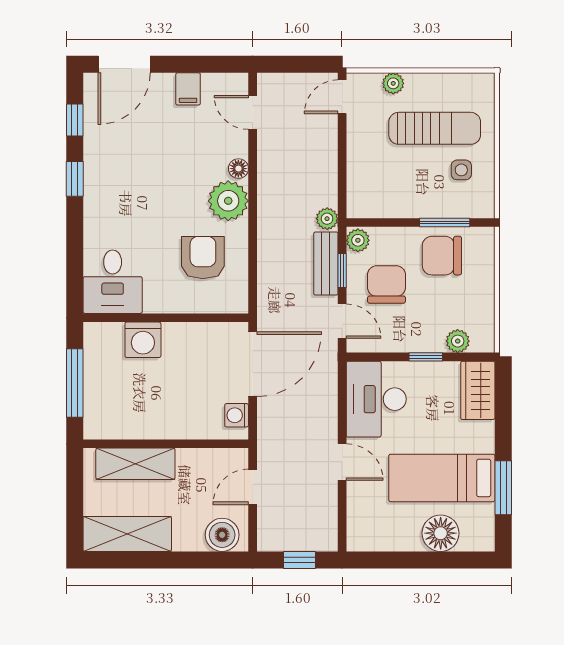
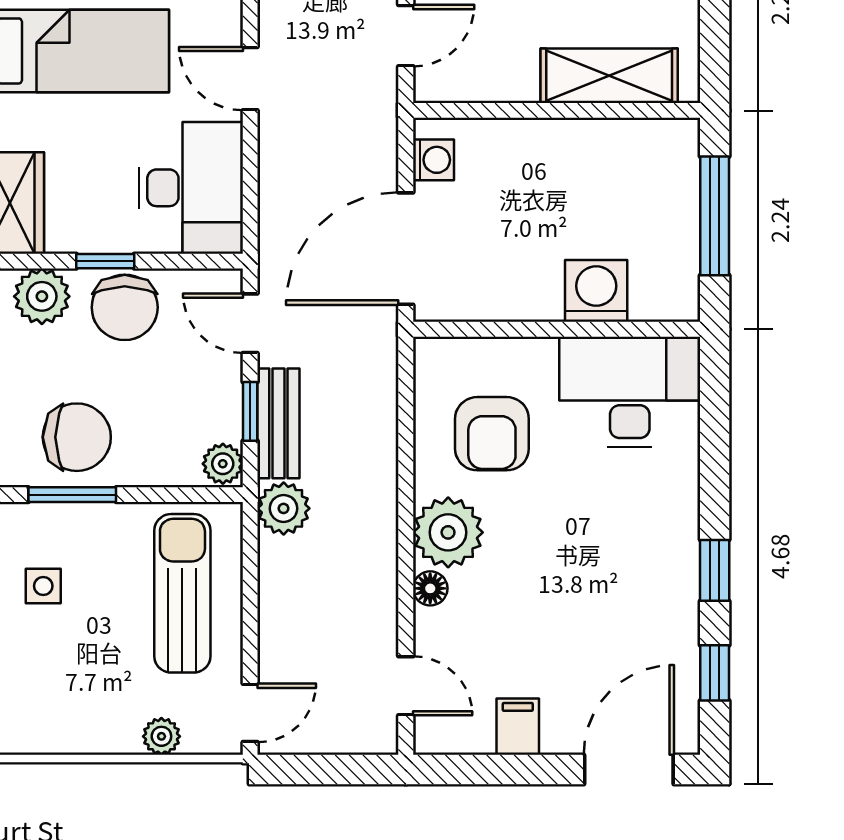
sun lounger: (435, 128) -> (182, 593), moved, turned 90
plant: (327, 219) -> (284, 508), width x1.38, depth x1.38
desk: (113, 282) -> (630, 392), width x1.37
chair: (386, 284) -> (125, 307), moved
plant: (458, 341) -> (42, 296), width x1.38, depth x1.38

